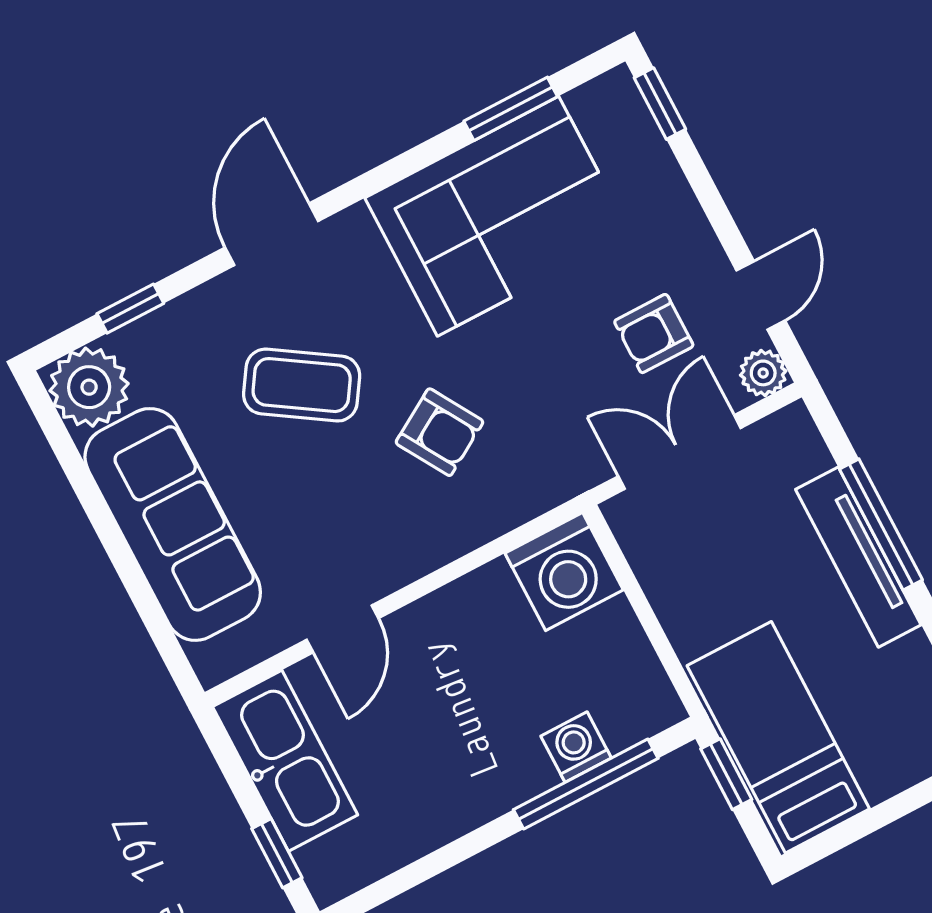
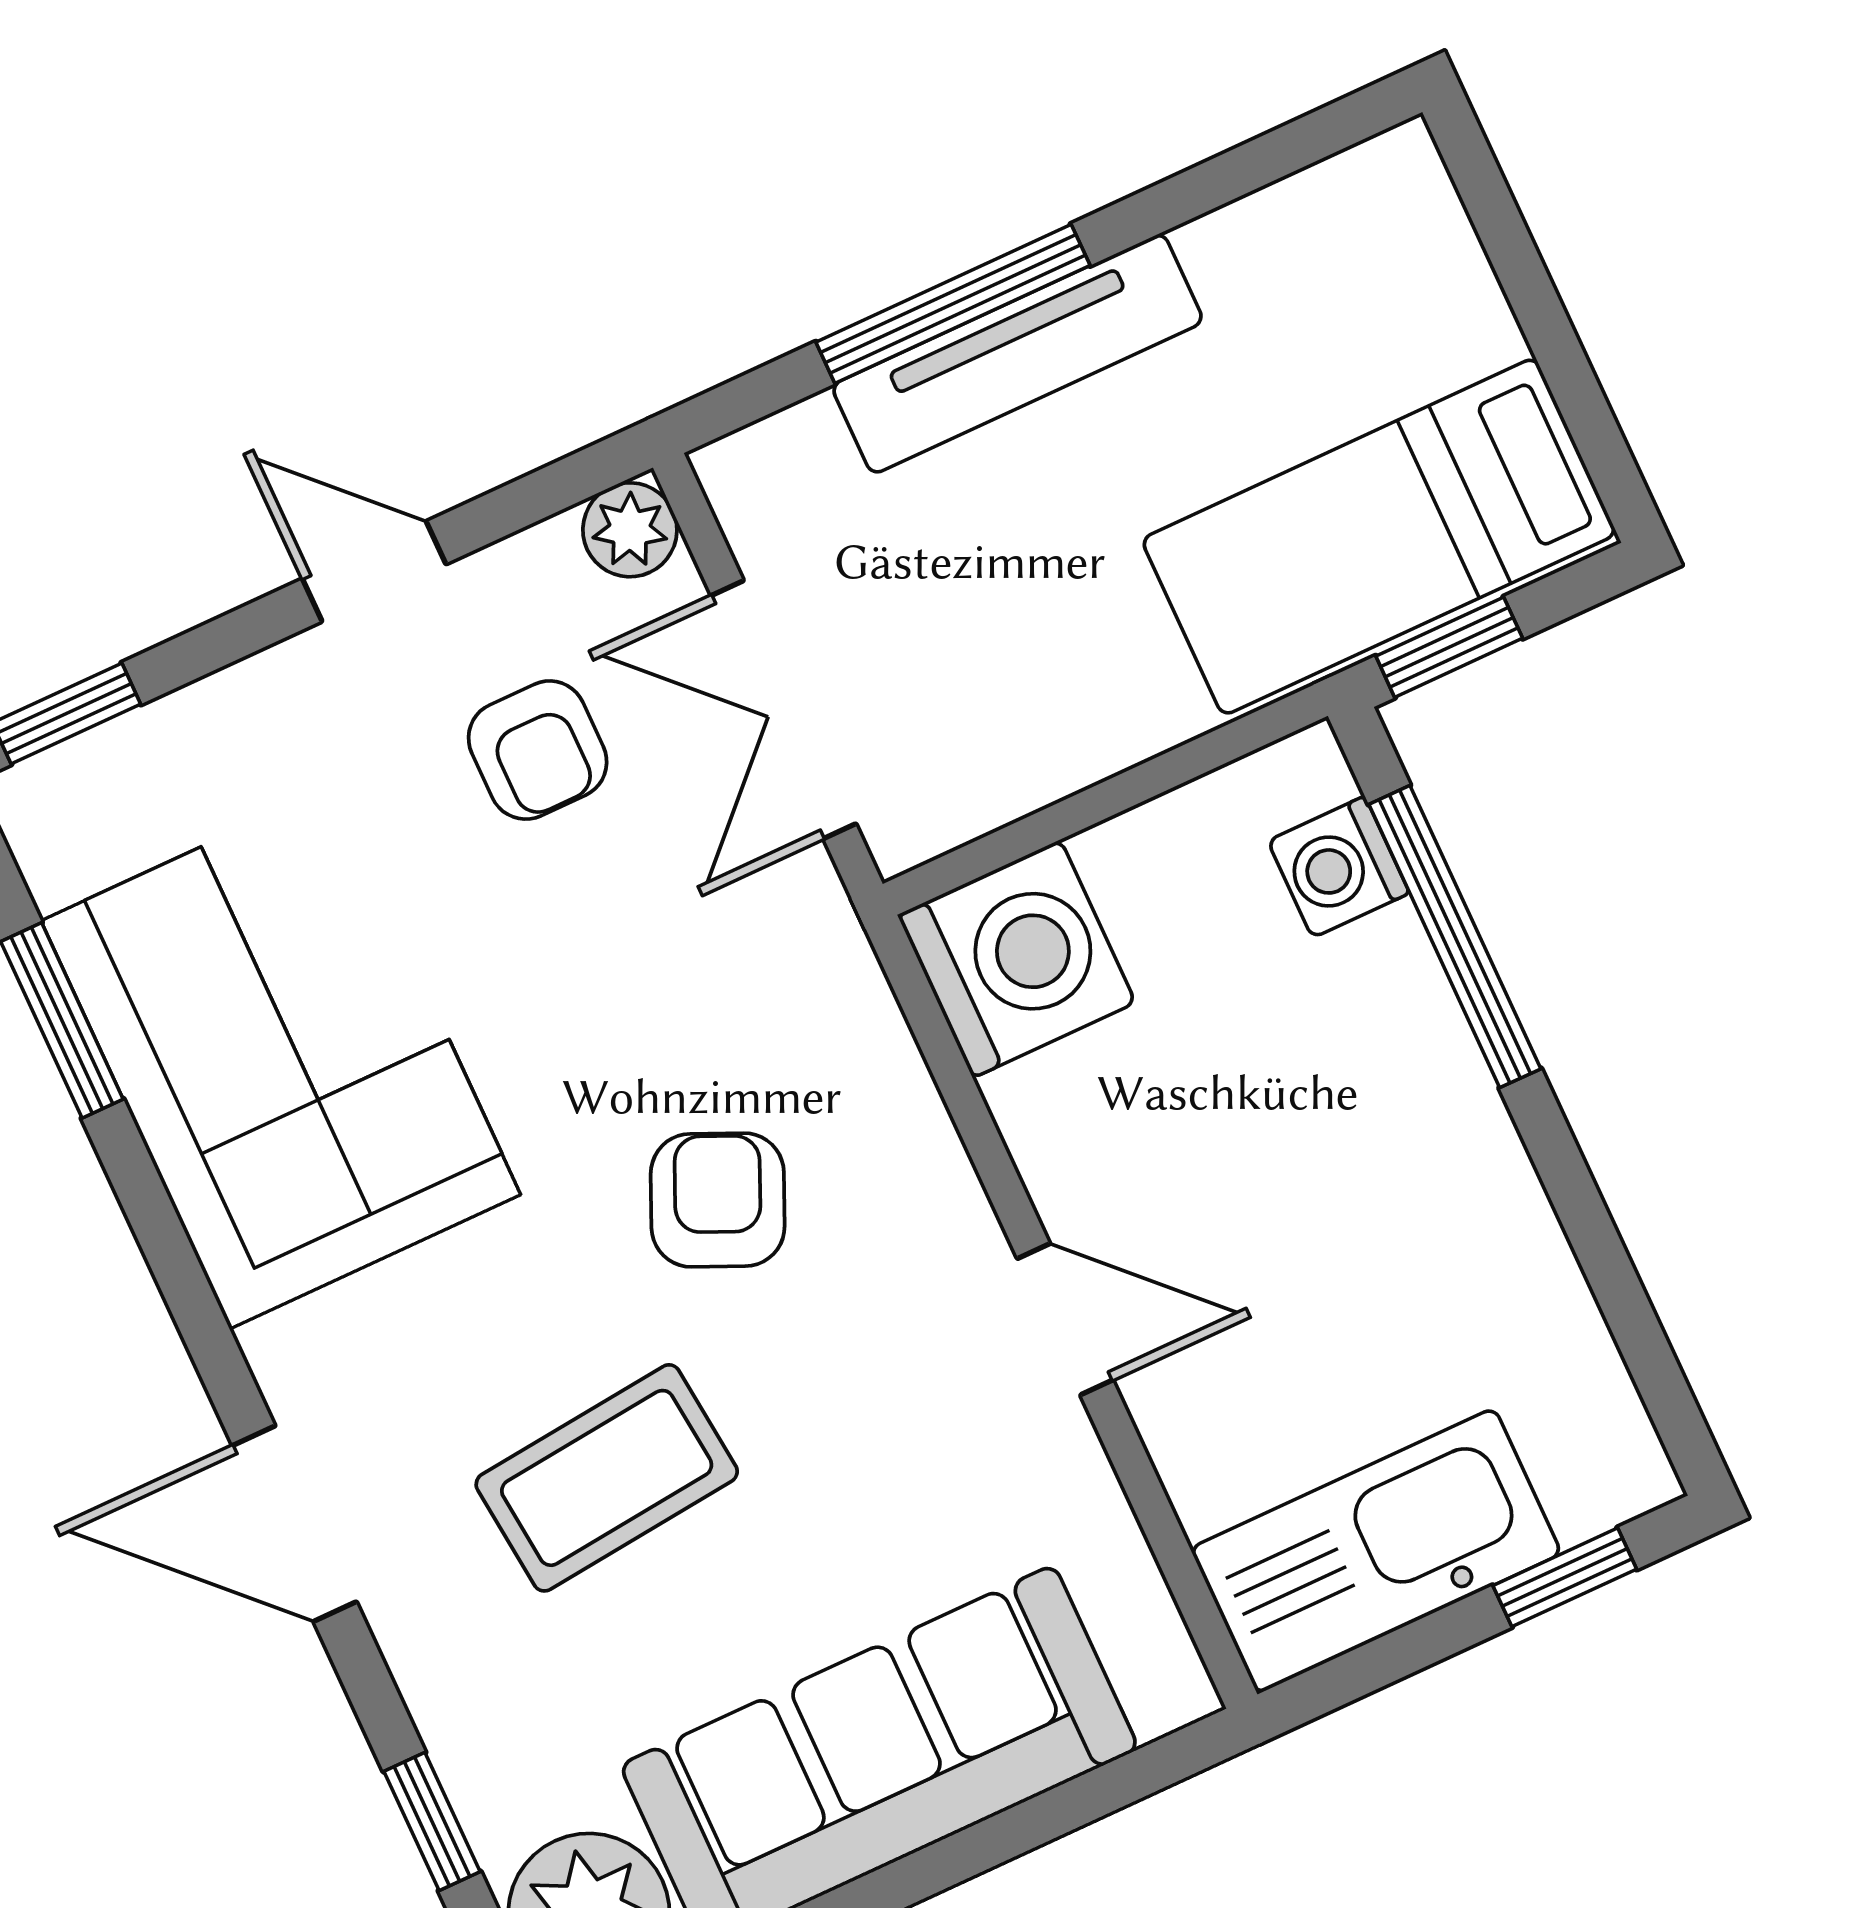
door: (761, 295) -> (374, 571), moved
coffee table: (302, 385) -> (607, 1478), turned 51
armchair: (439, 432) -> (718, 1200), turned -35
door: (342, 629) -> (1065, 1319), moved
washing machine: (576, 747) -> (1338, 867), moved

